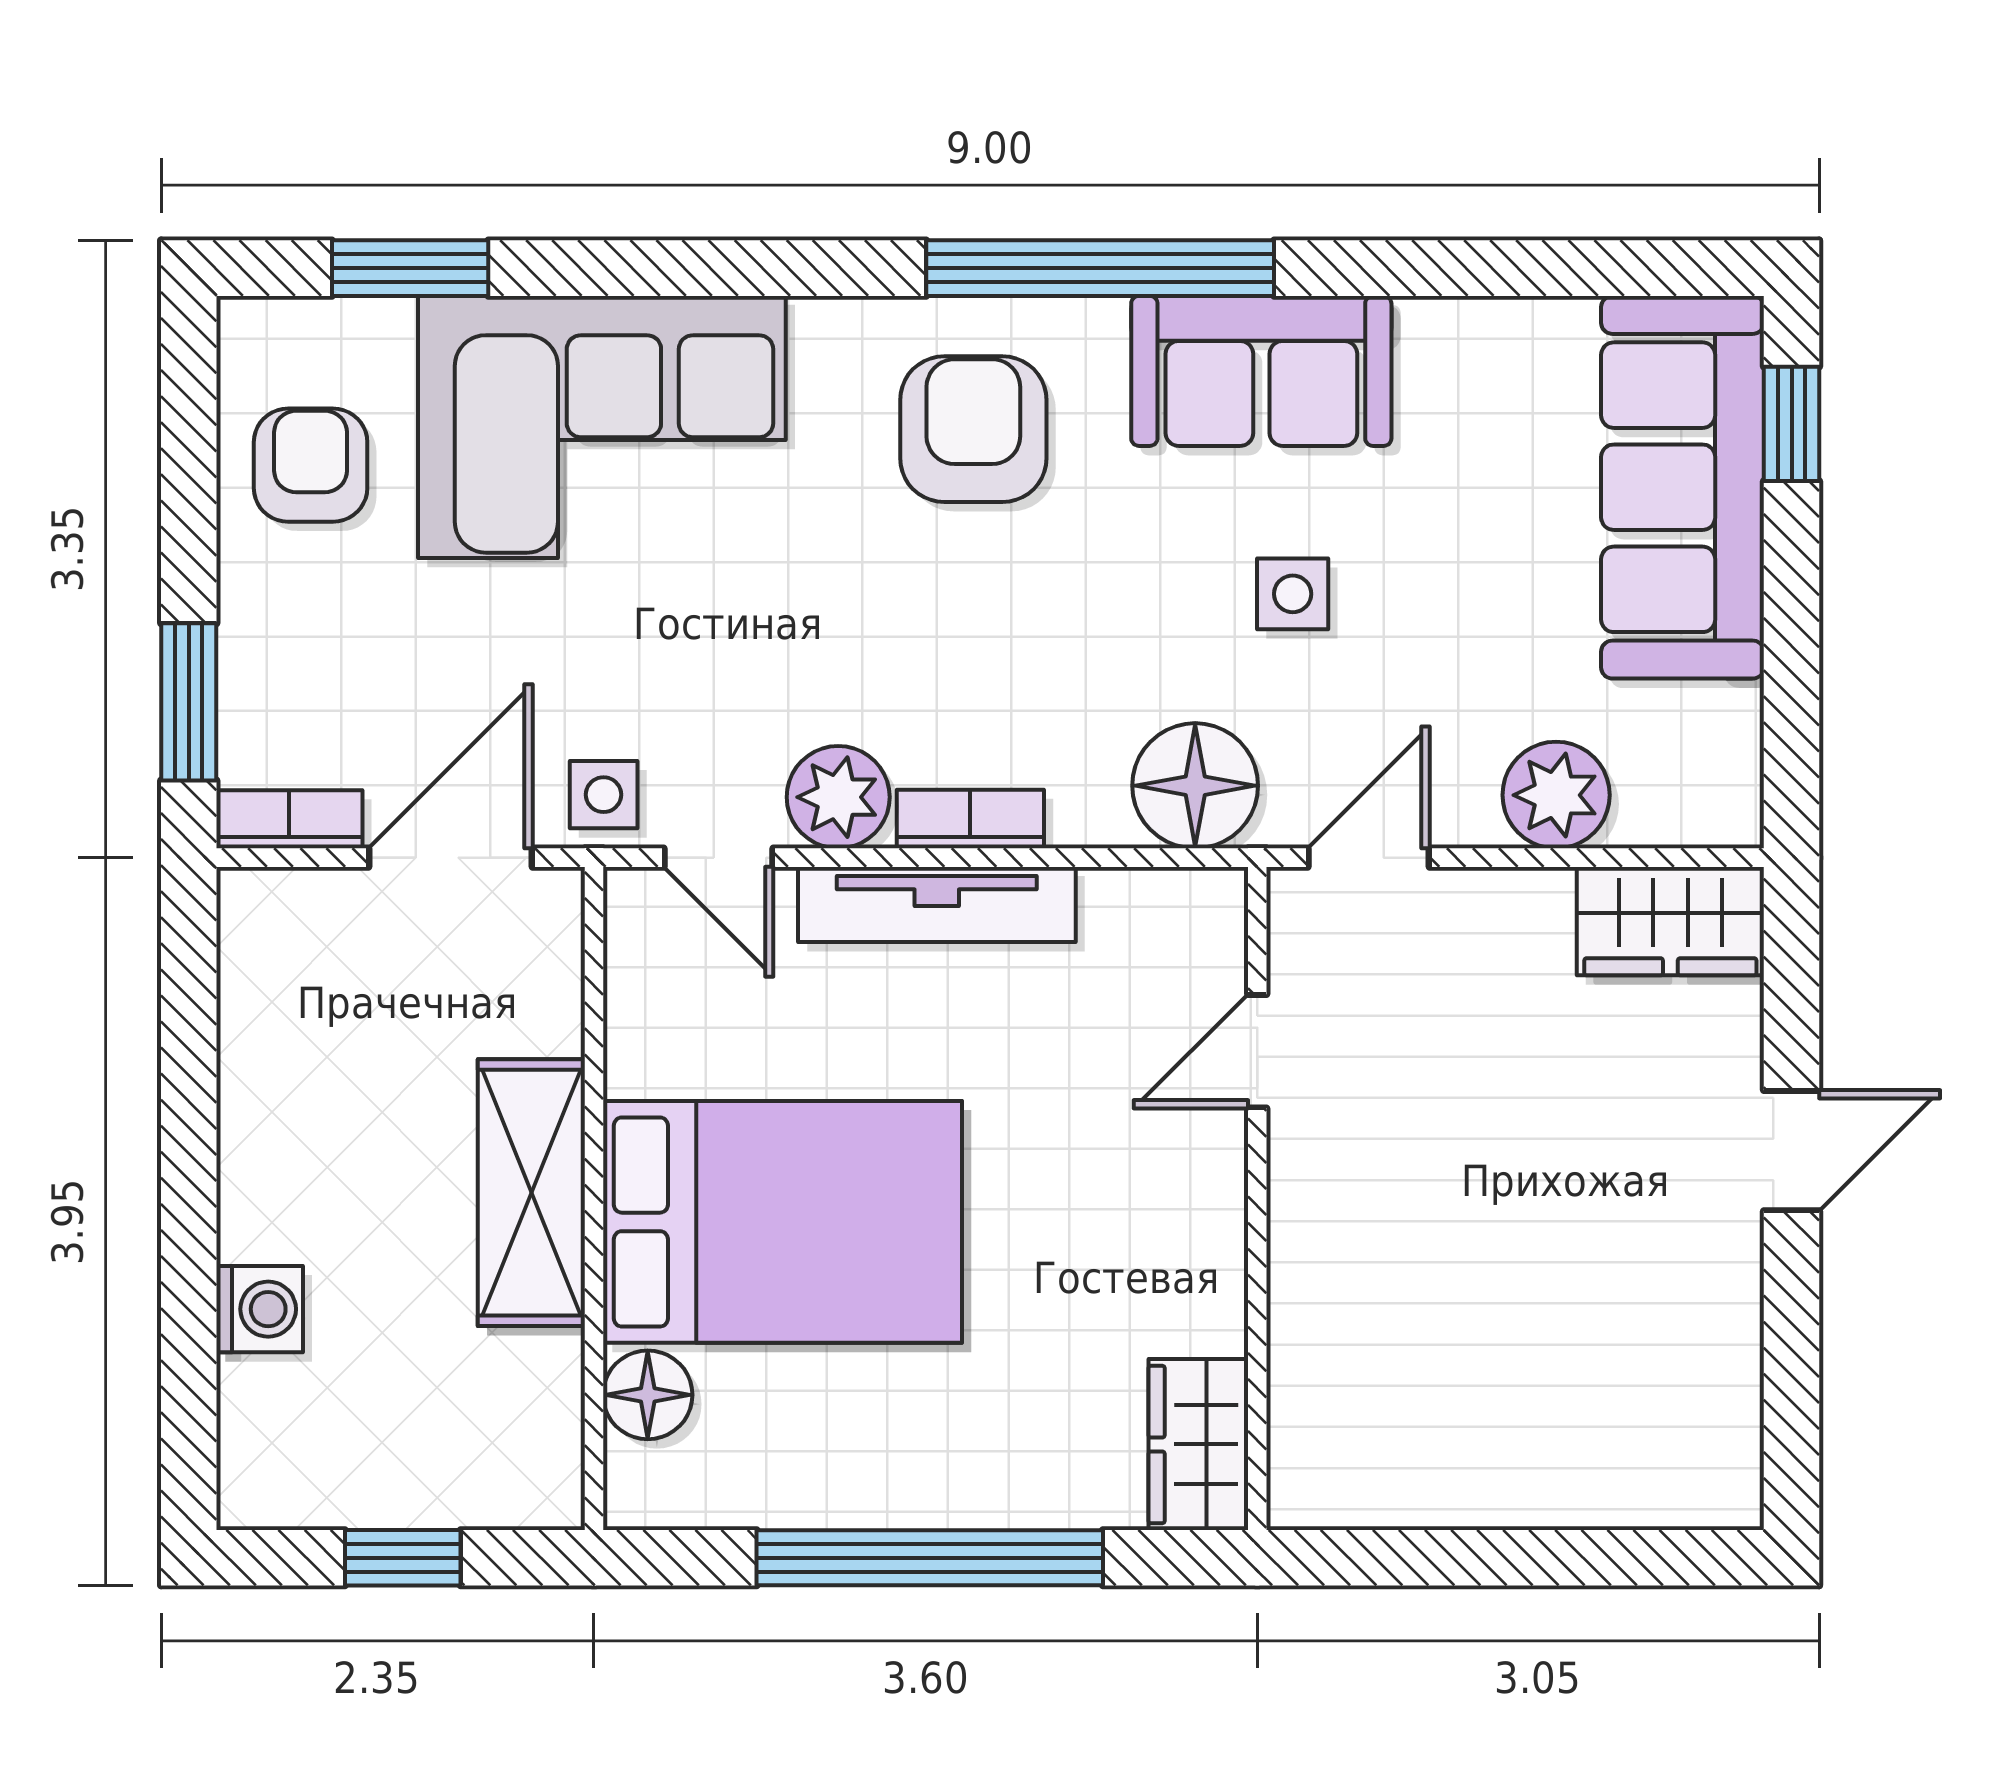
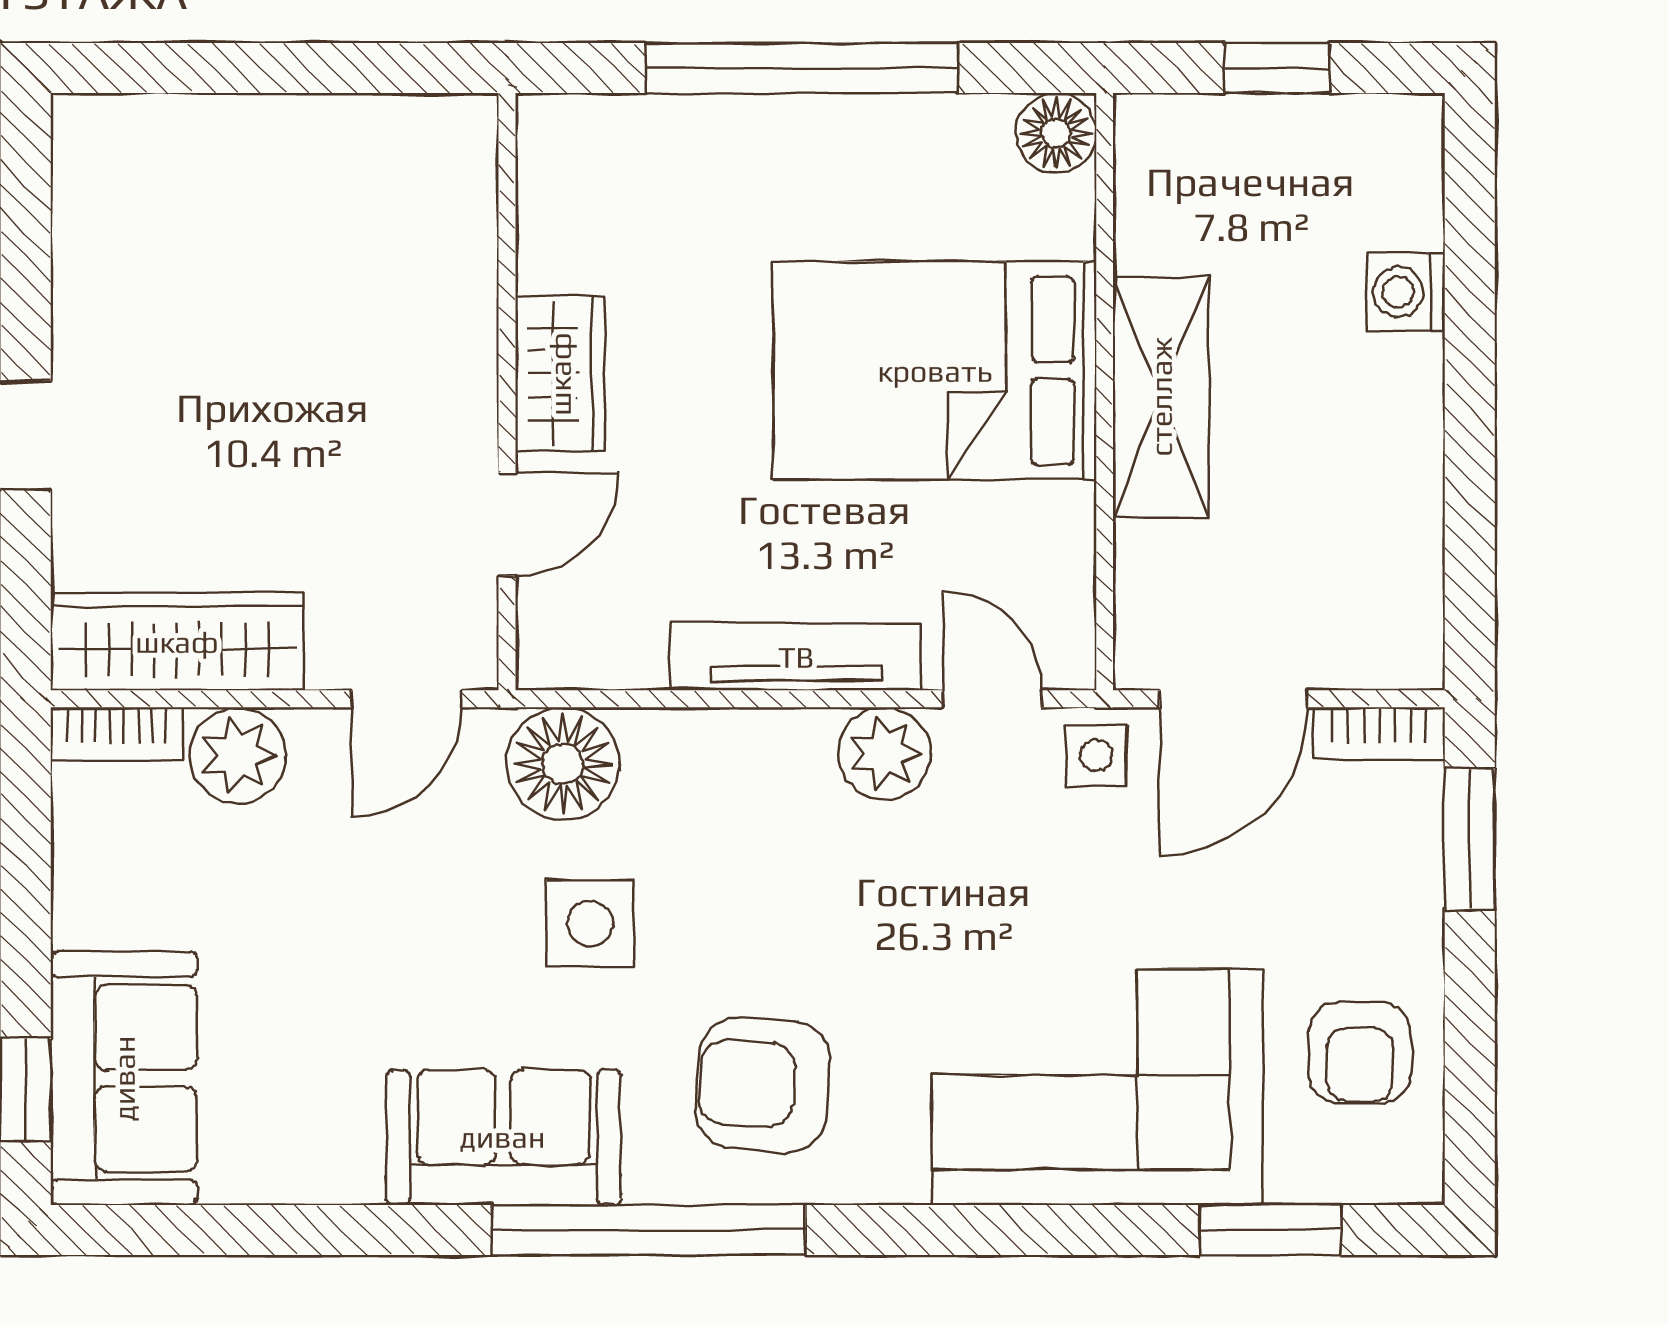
armchair: (973, 429) -> (763, 1085), turned 94
sofa: (1683, 487) -> (124, 1078), width x0.73
side table: (1293, 594) -> (590, 924), moved, width x1.37, depth x1.37
bookcase: (970, 819) -> (117, 734), moved
wardrobe: (1670, 921) -> (177, 642), width x1.50
floor lamp: (648, 1395) -> (1056, 133), moved
wardrobe: (1198, 1444) -> (560, 374), moved

